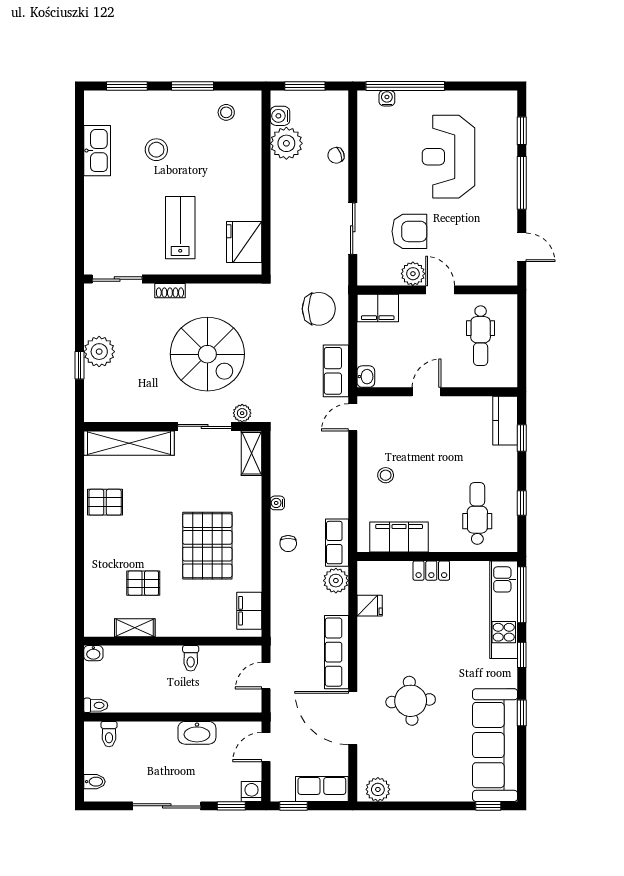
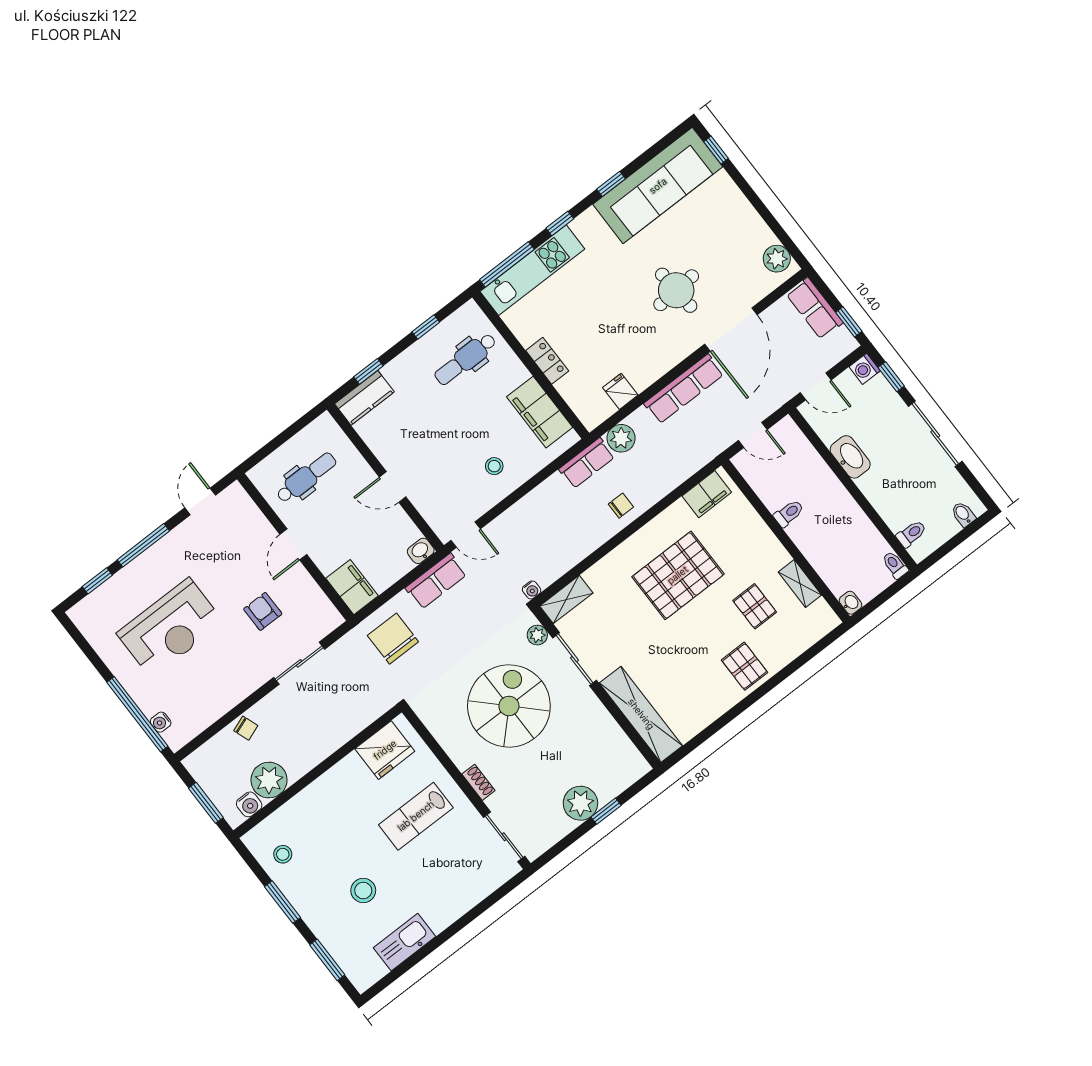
armchair: (409, 231) -> (263, 611), width x0.72, depth x0.72
plant: (413, 274) -> (298, 579), removed
pallet: (105, 502) -> (745, 666), moved
water cooler: (277, 503) -> (532, 590), moved

